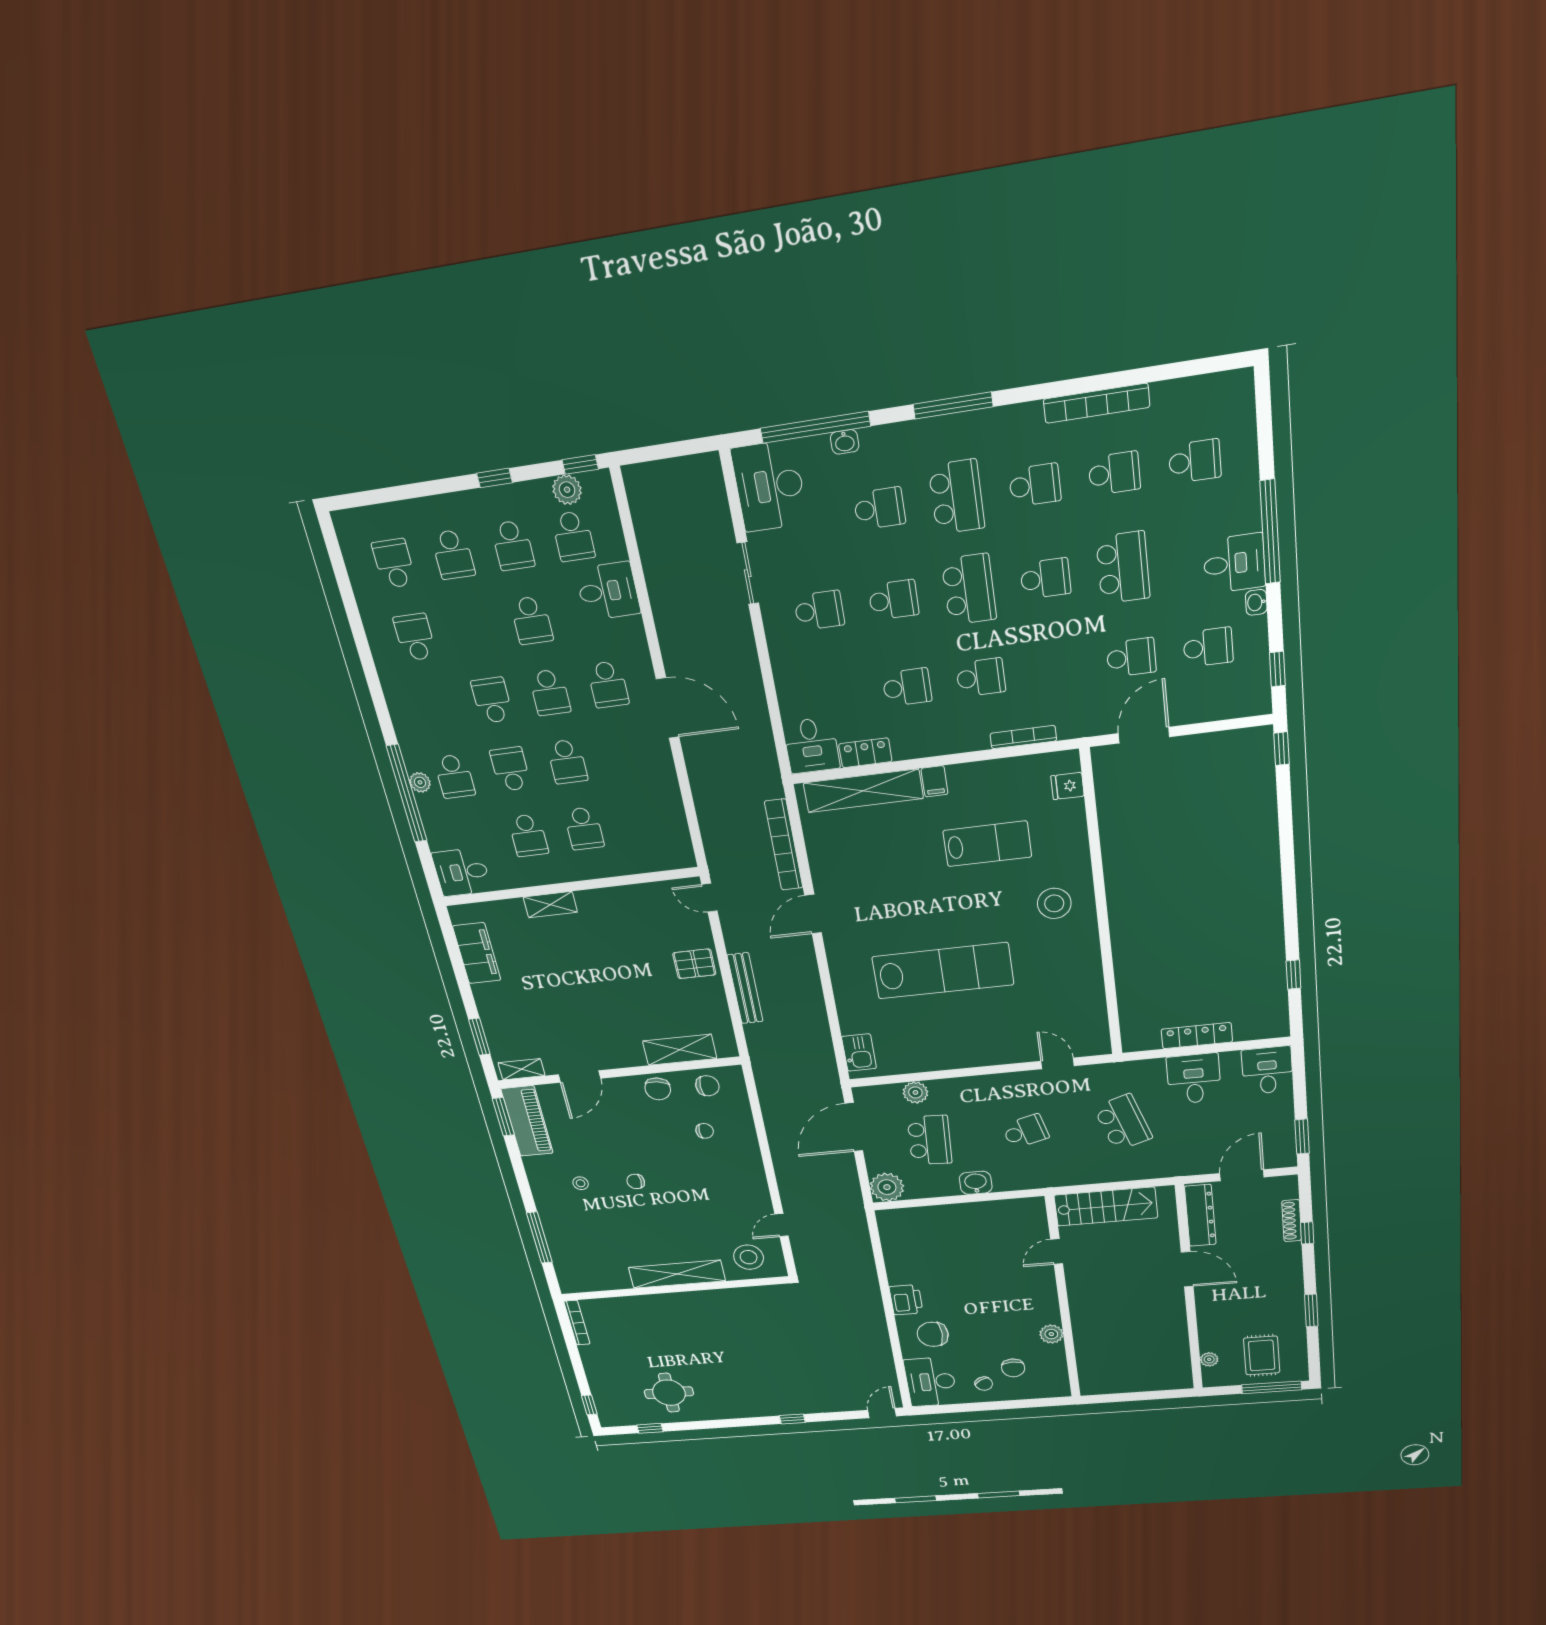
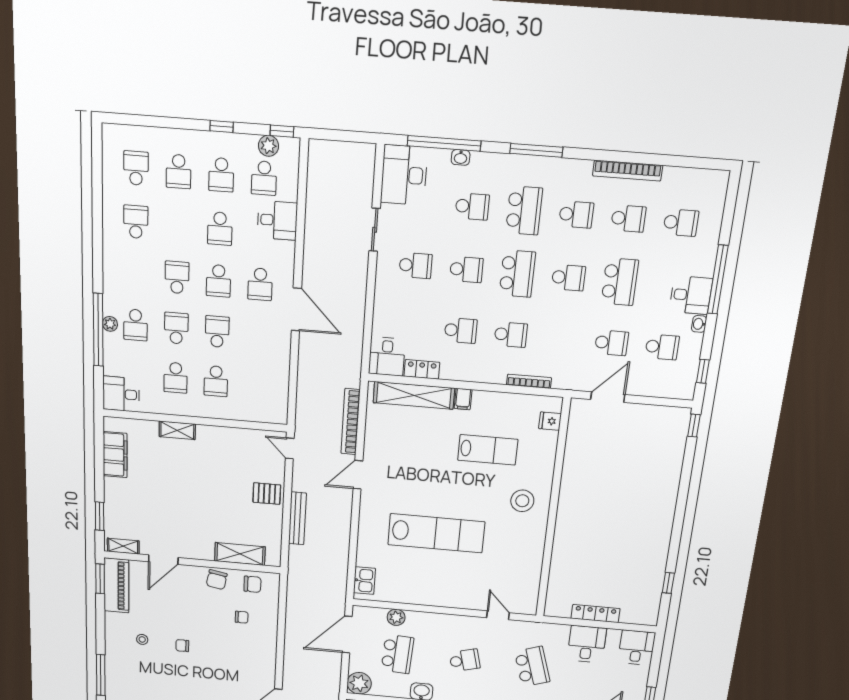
school desk: (567, 762) -> (217, 332), turned 180

